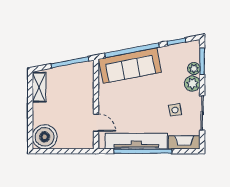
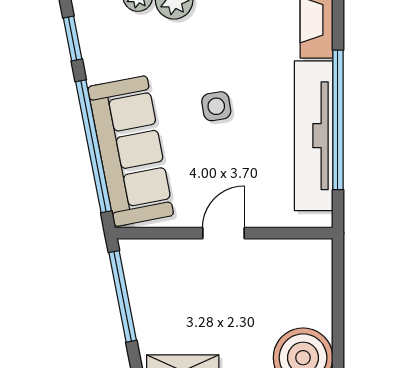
side table: (175, 110) -> (216, 106), moved
door: (96, 123) -> (223, 233), moved

